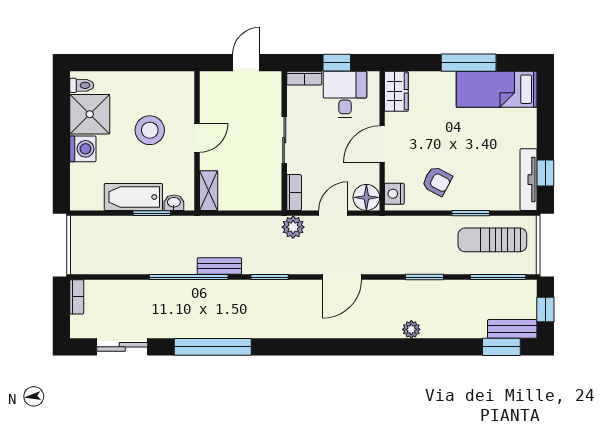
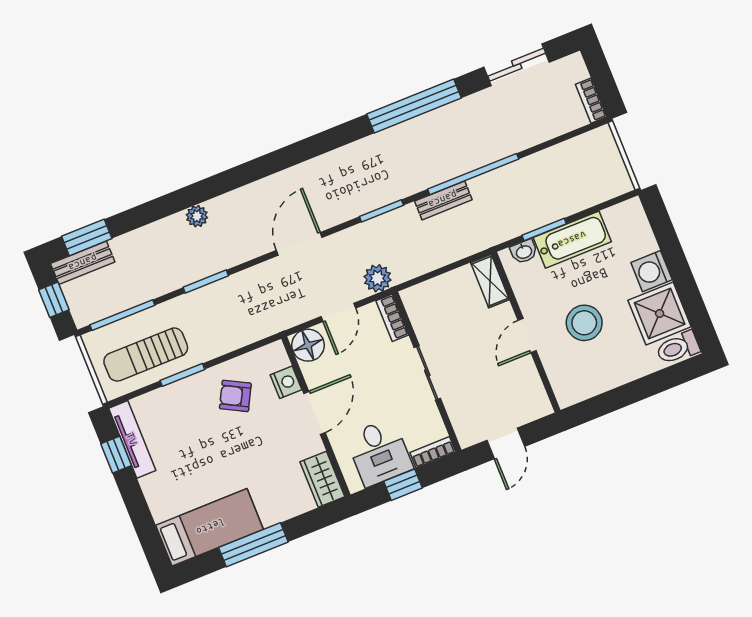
toilet: (82, 85) -> (678, 348), width x1.37, depth x1.39
nightstand: (394, 194) -> (286, 382), moved
sun lounger: (492, 240) -> (146, 355), turned 180

